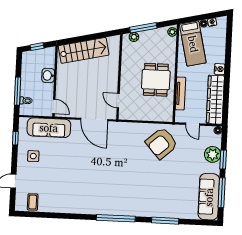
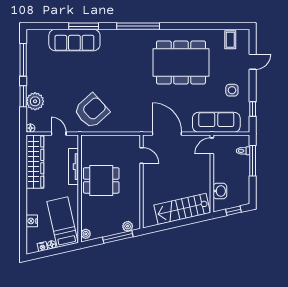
nightstand: (220, 69) -> (32, 221), moved
washbasin: (48, 75) -> (220, 191), moved
dining table: (156, 80) -> (101, 180), turned 90
door: (54, 106) -> (212, 146), hinge flipped
dining table: (78, 183) -> (181, 62), added
sofa: (209, 197) -> (74, 40), moved, turned 90

